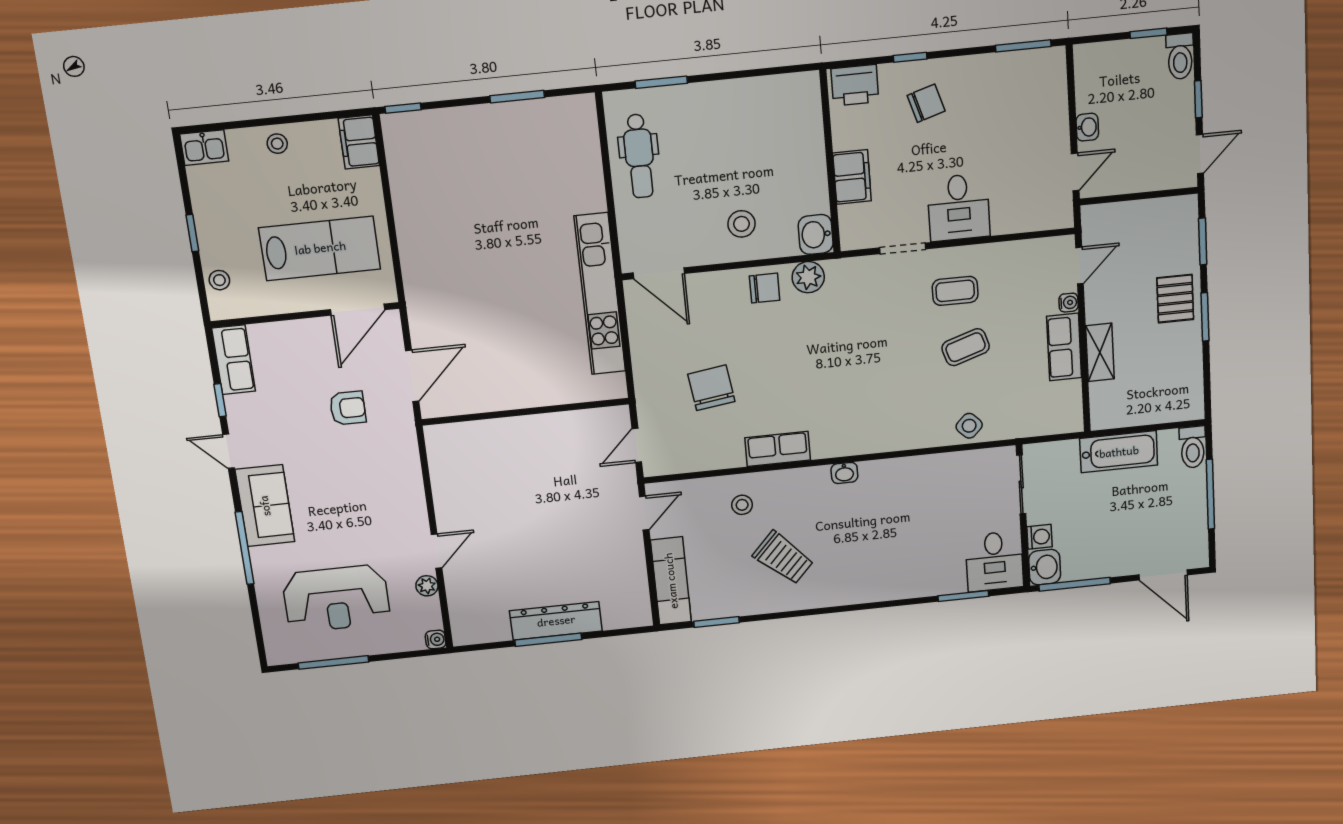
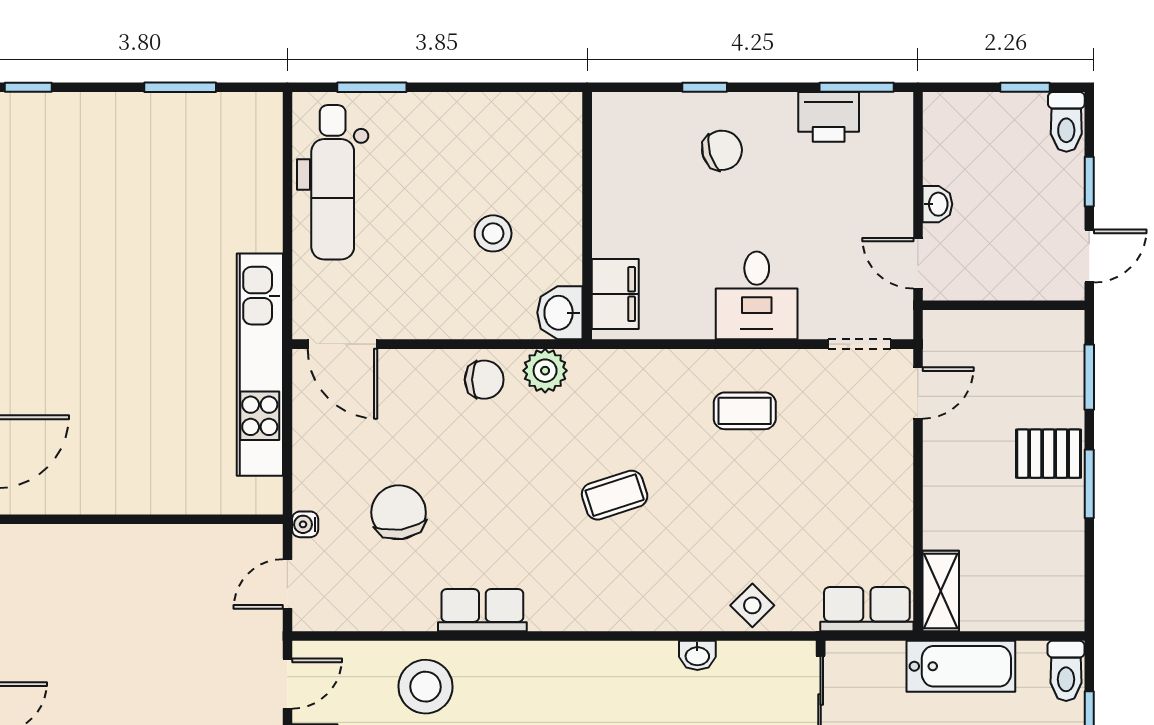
printer: (855, 85) -> (829, 117), moved
dental chair: (639, 156) -> (333, 182), width x1.36, depth x1.38
door: (1075, 172) -> (918, 263), swing flipped
filing cabinet: (852, 177) -> (615, 294), moved
stool: (741, 224) -> (493, 233), moved
doorway: (902, 248) -> (859, 344), moved
pallet: (1175, 299) -> (1049, 454), turned 90
water cooler: (1069, 303) -> (305, 524), moved, turned 180
coffee table: (966, 347) -> (615, 495), moved
row of seats: (1064, 347) -> (867, 609), moved, turned 90
shelving: (1100, 352) -> (941, 591), moved
washbasin: (844, 473) -> (697, 655), moved
stool: (742, 505) -> (425, 687), width x1.89, depth x1.89

